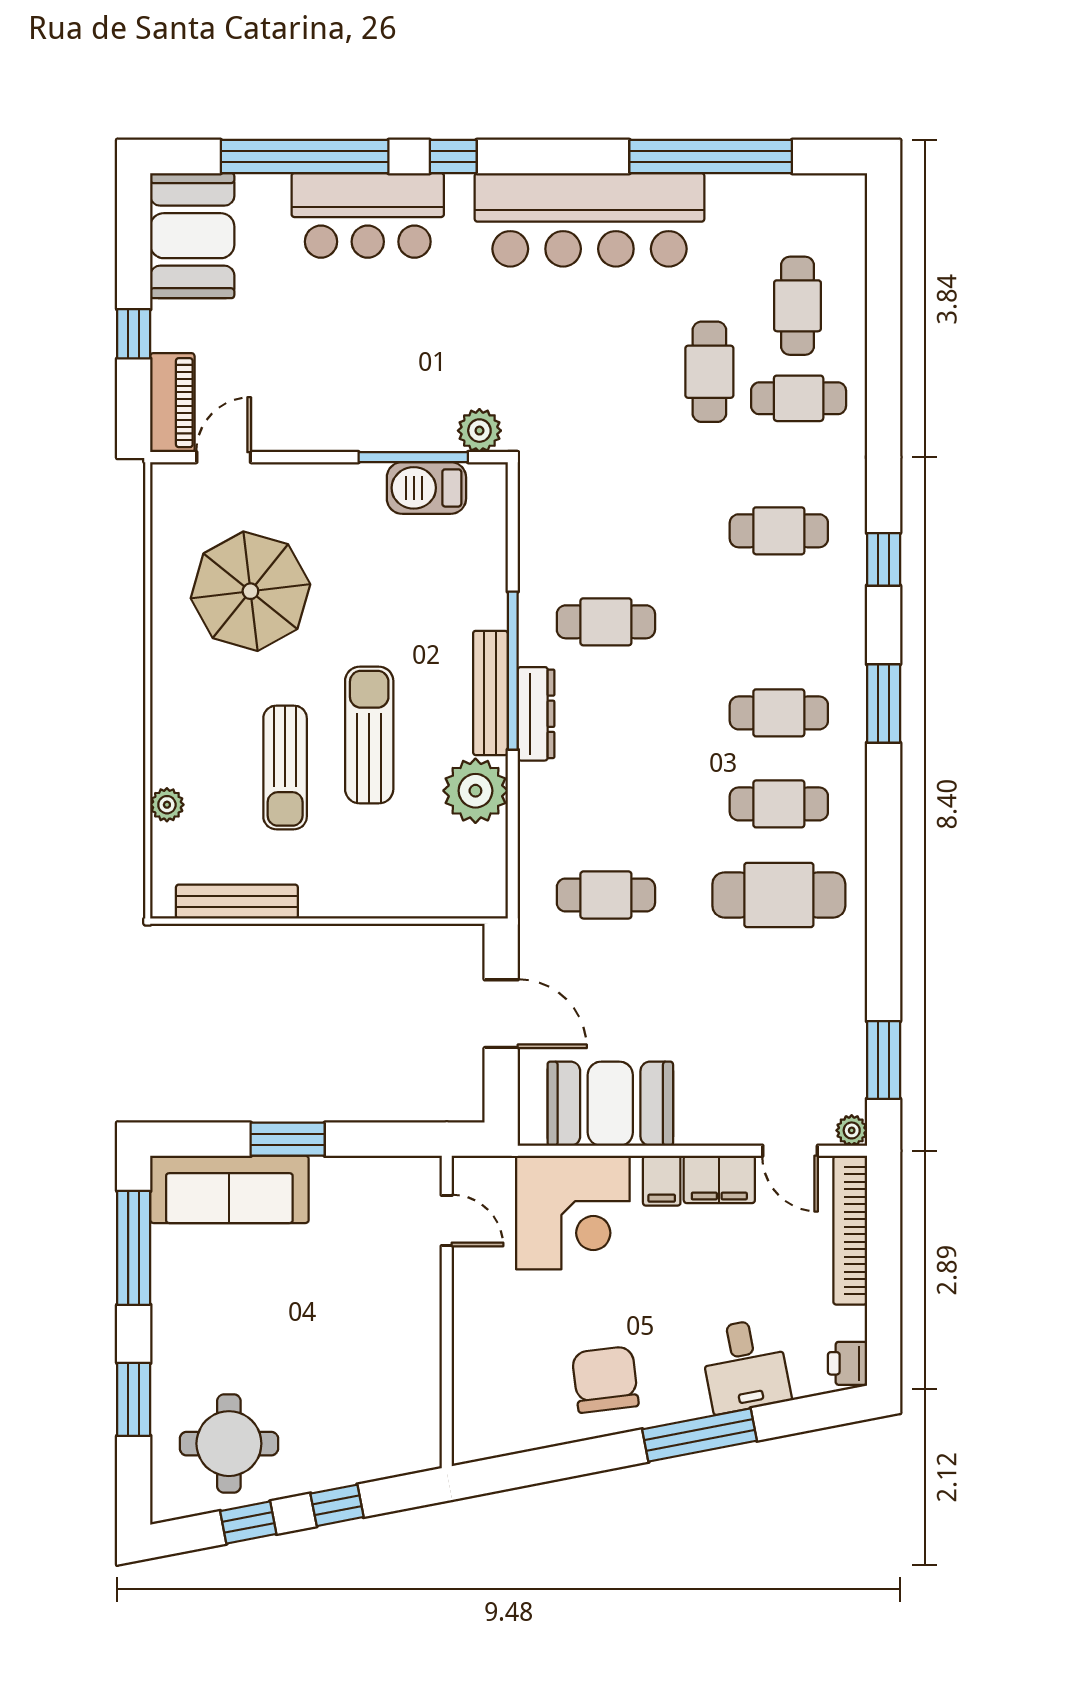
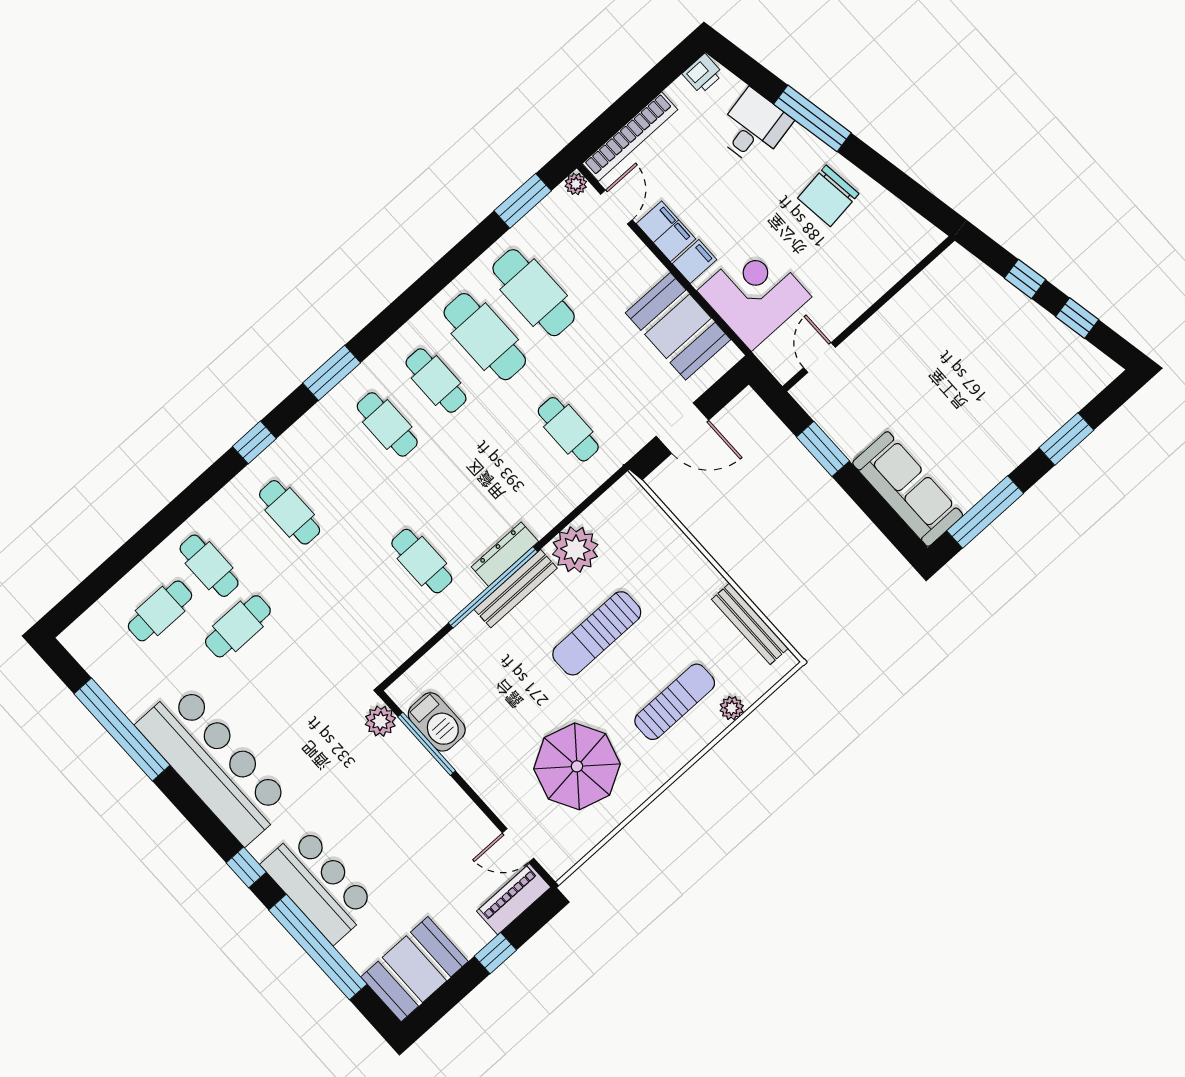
sun lounger: (285, 767) -> (675, 702), moved
cafe table: (779, 986) -> (534, 293), added
door: (501, 1014) -> (682, 428), swing flipped
window: (288, 1139) -> (823, 449), moved
round table: (229, 1444) -> (1044, 367), removed

